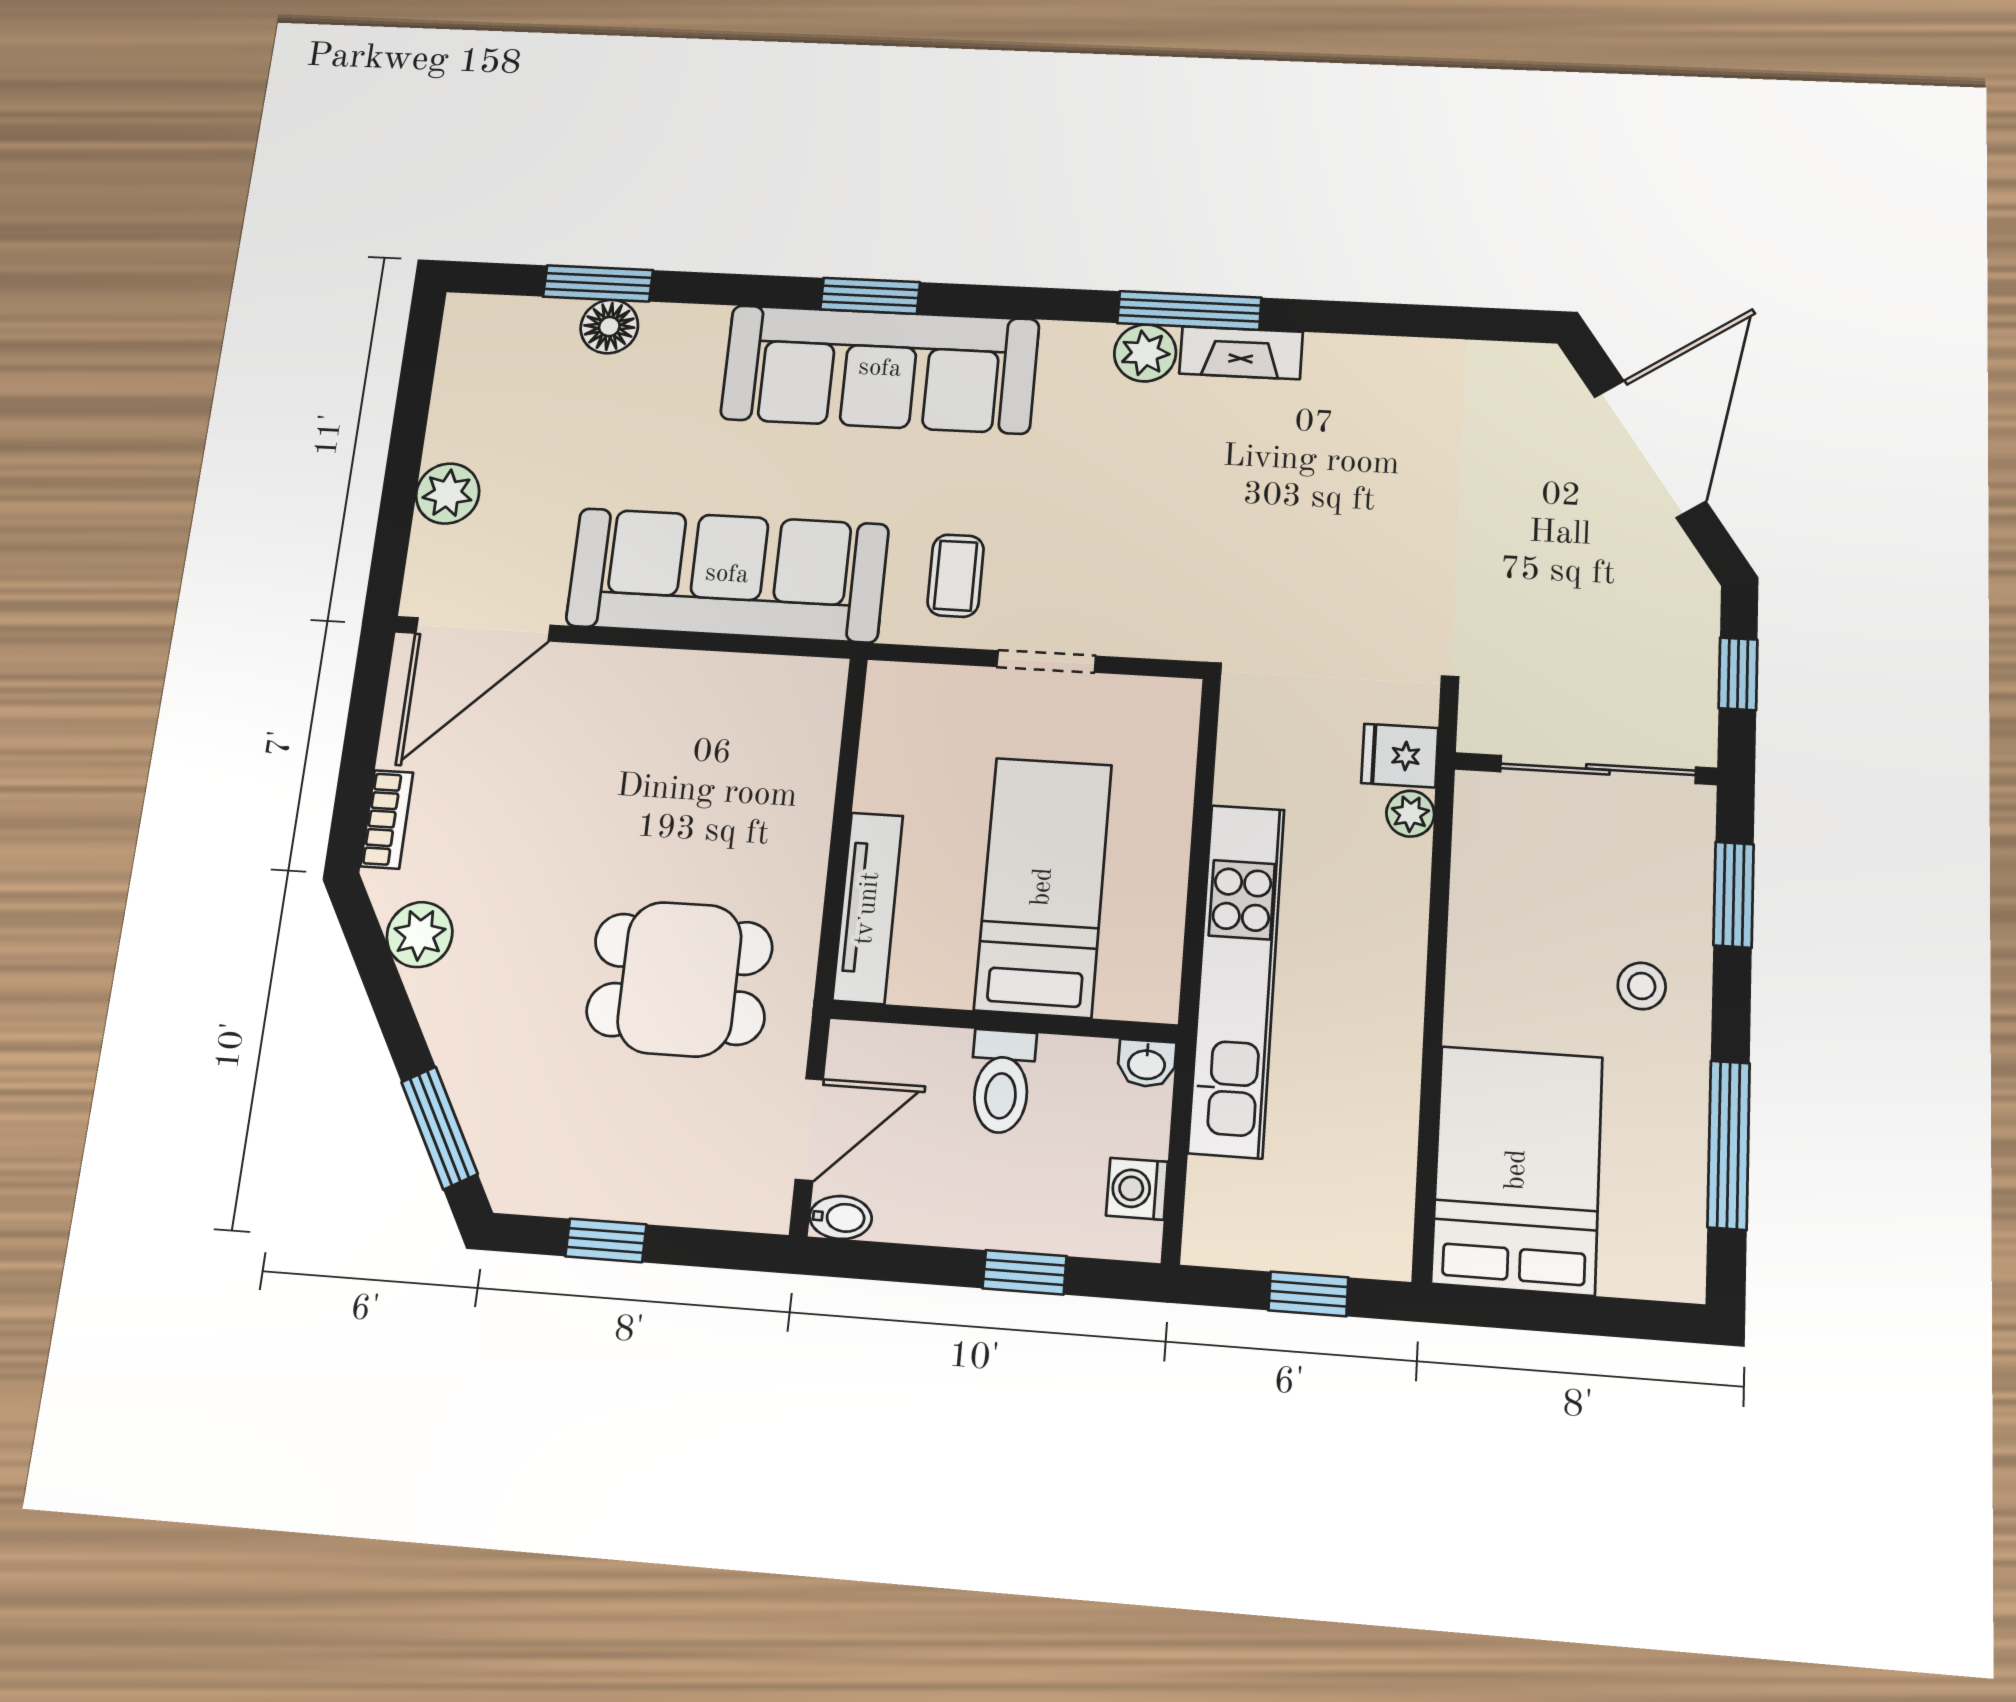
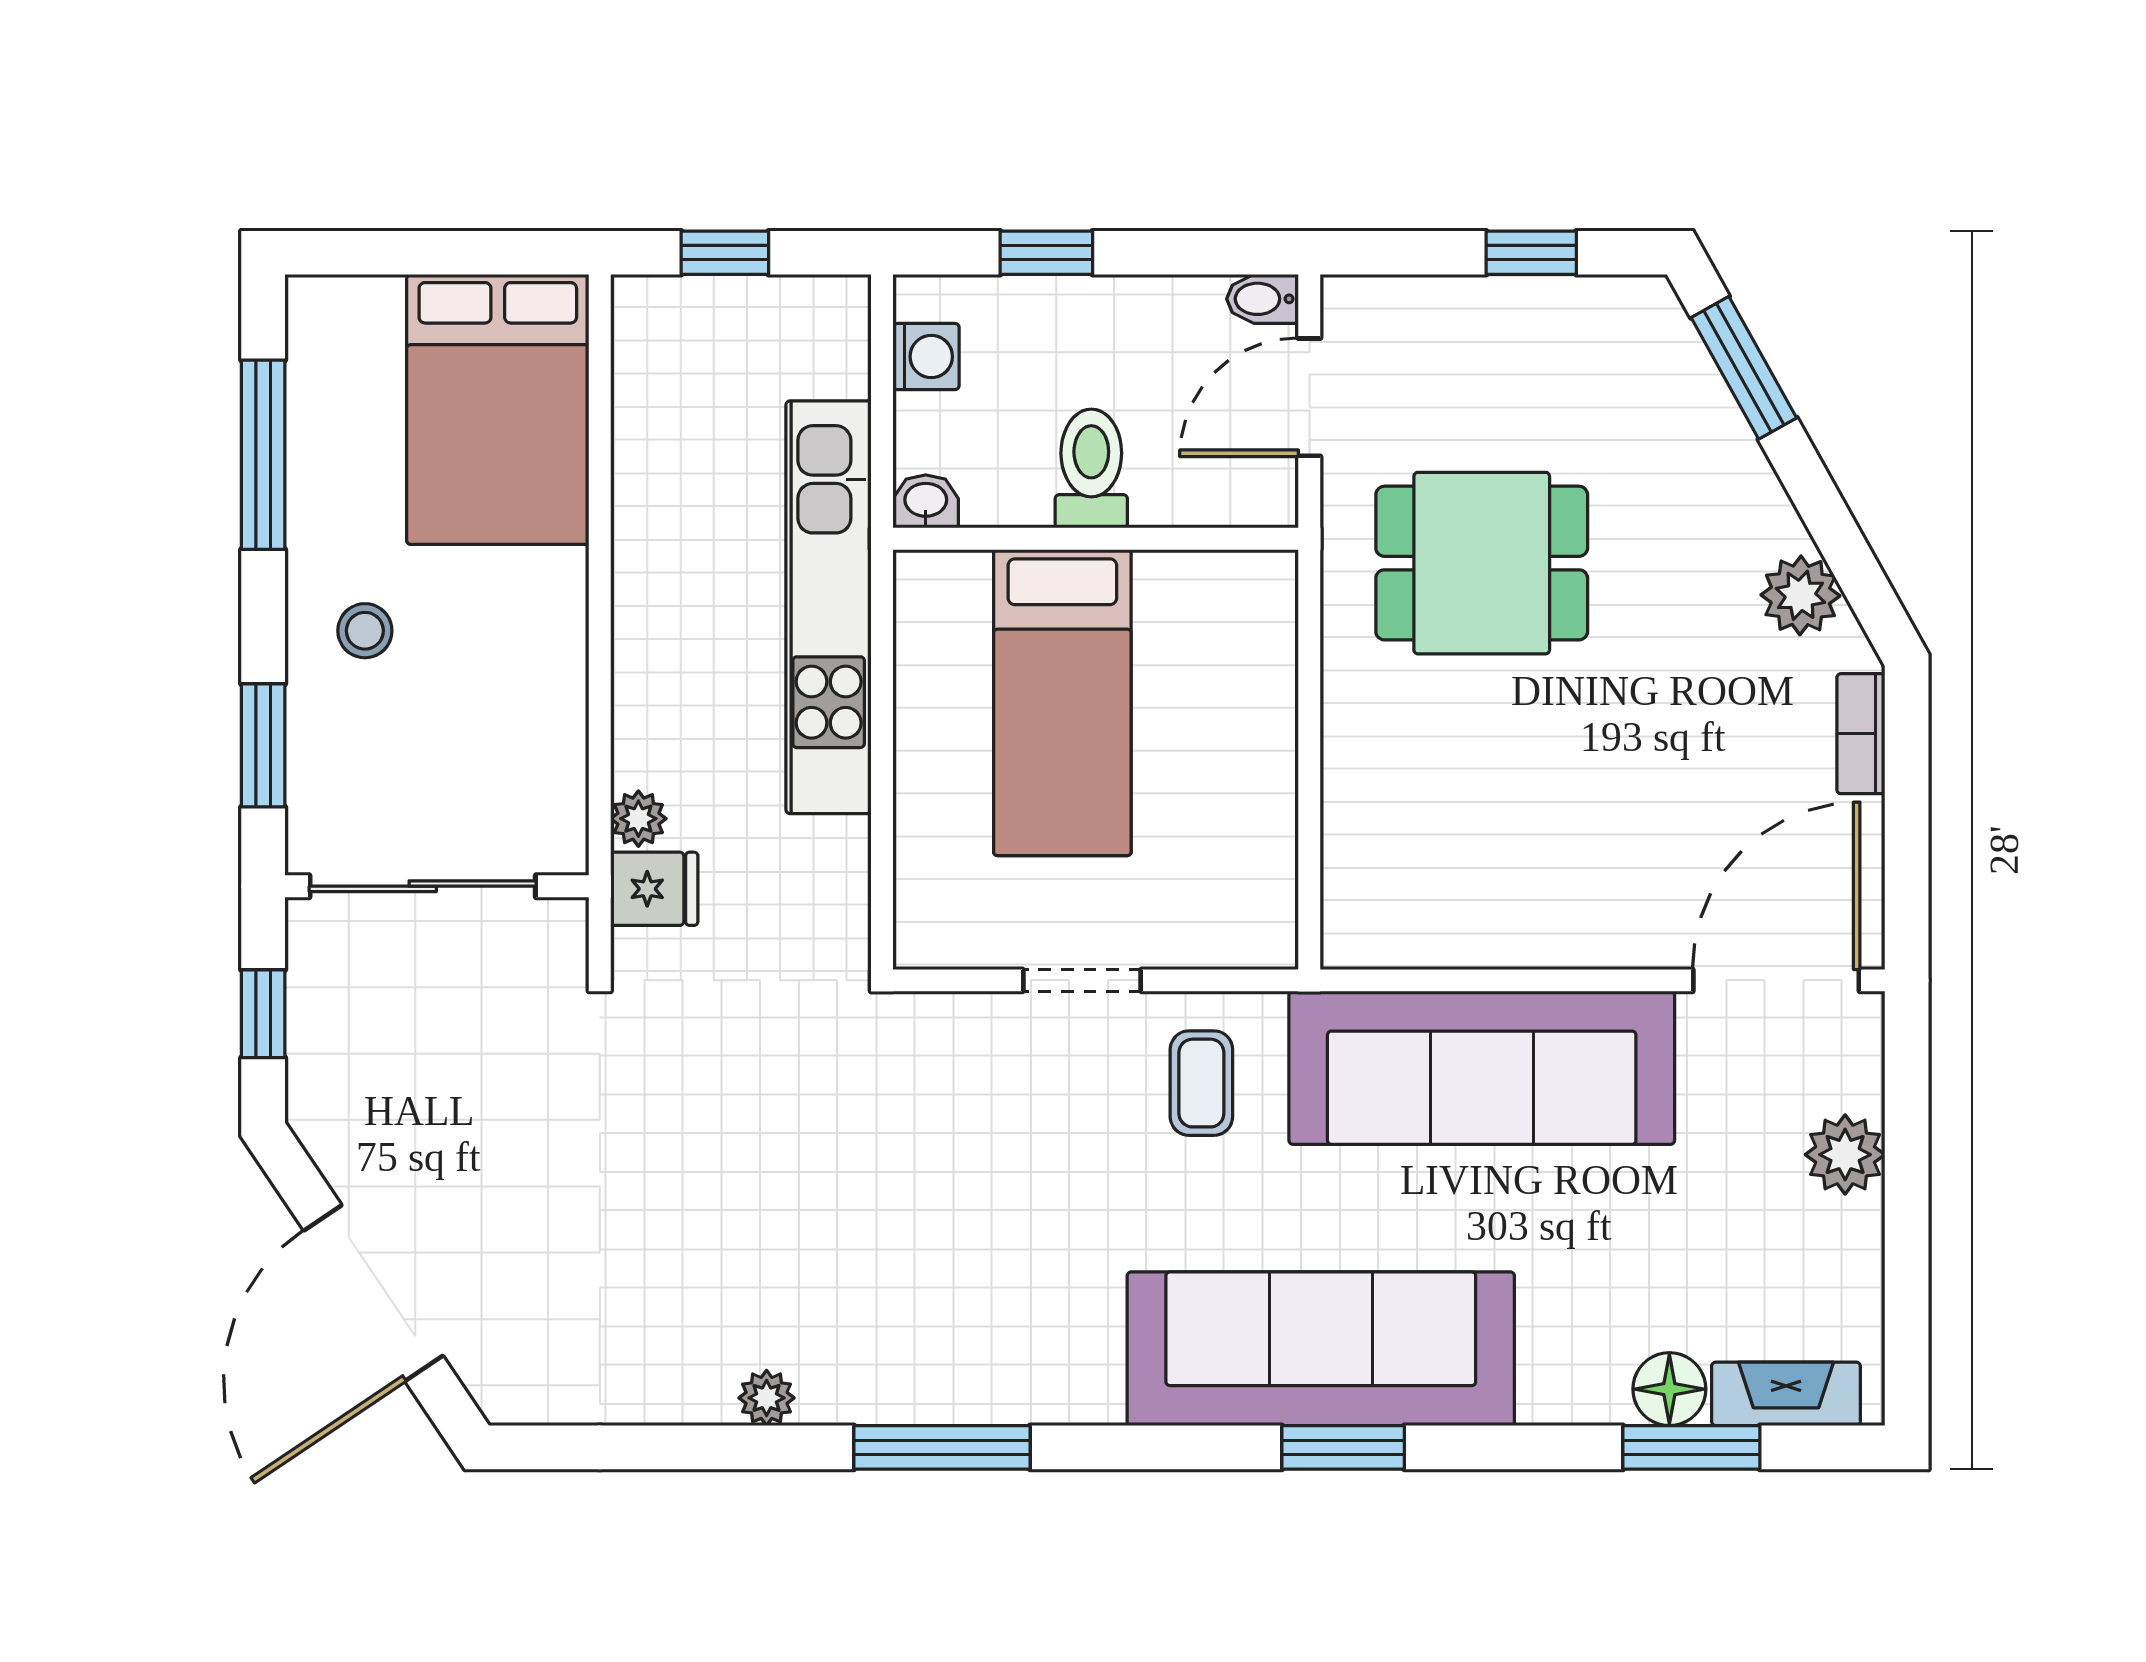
plant: (1145, 353) -> (767, 1398), moved, width x0.73, depth x0.73
fireplace: (1241, 353) -> (1786, 1394), moved
tv unit: (868, 908) -> (1268, 664), removed

